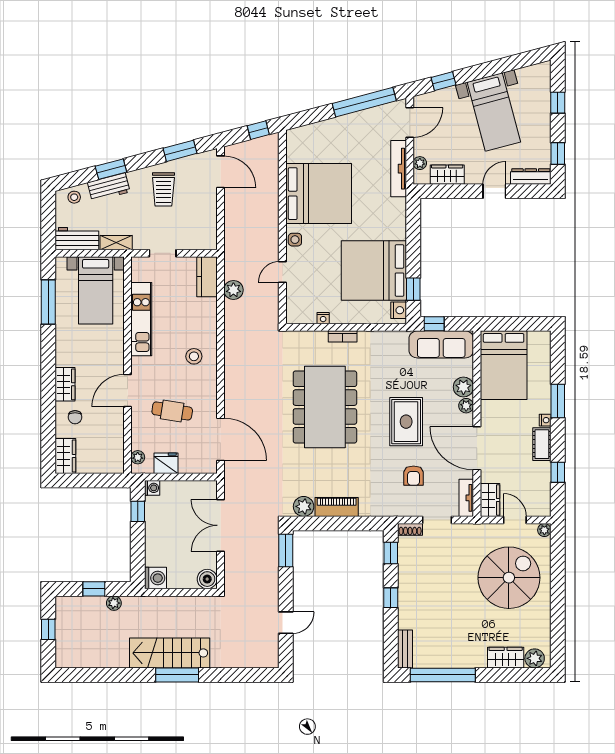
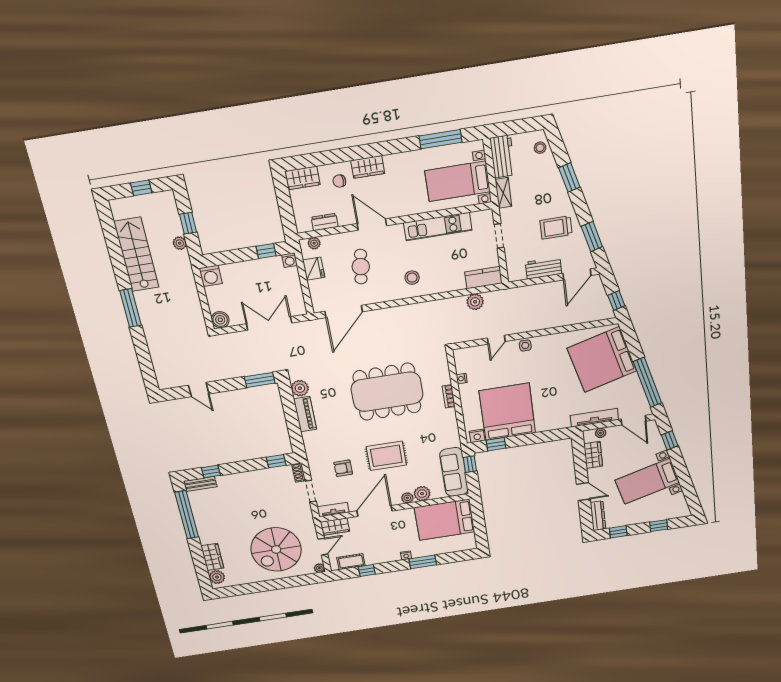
workbench: (109, 187) -> (544, 268), moved, turned 105
bed: (319, 194) -> (602, 360), moved, turned 75
door: (282, 272) -> (496, 340), swing flipped
dresser: (116, 441) -> (325, 222), added
cot: (542, 444) -> (351, 562), moved
spiral stairs: (509, 578) -> (276, 549), turned 90
window: (391, 598) -> (211, 471), moved
stairs: (170, 653) -> (136, 254), moved

